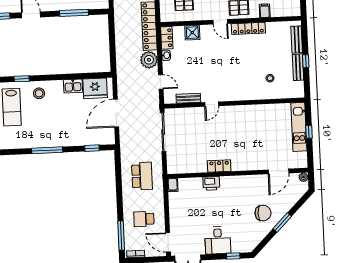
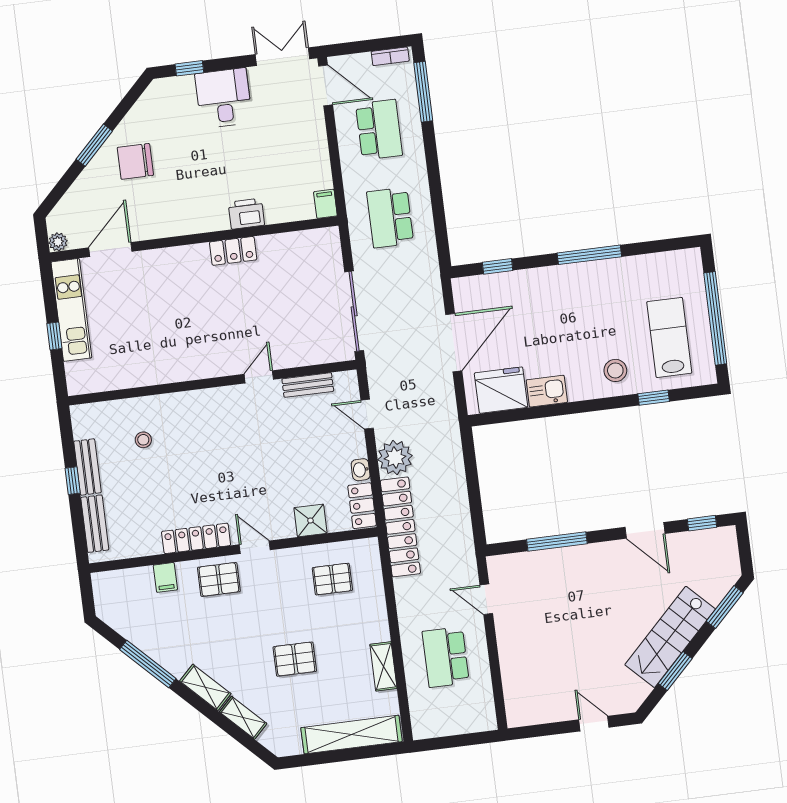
kitchen unit: (299, 127) -> (71, 310), moved
school desk: (144, 219) -> (379, 130), width x1.85

